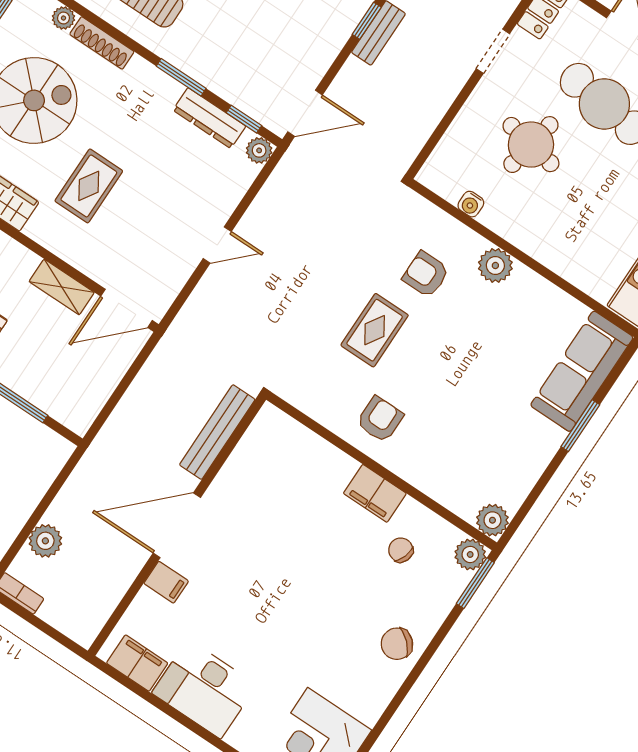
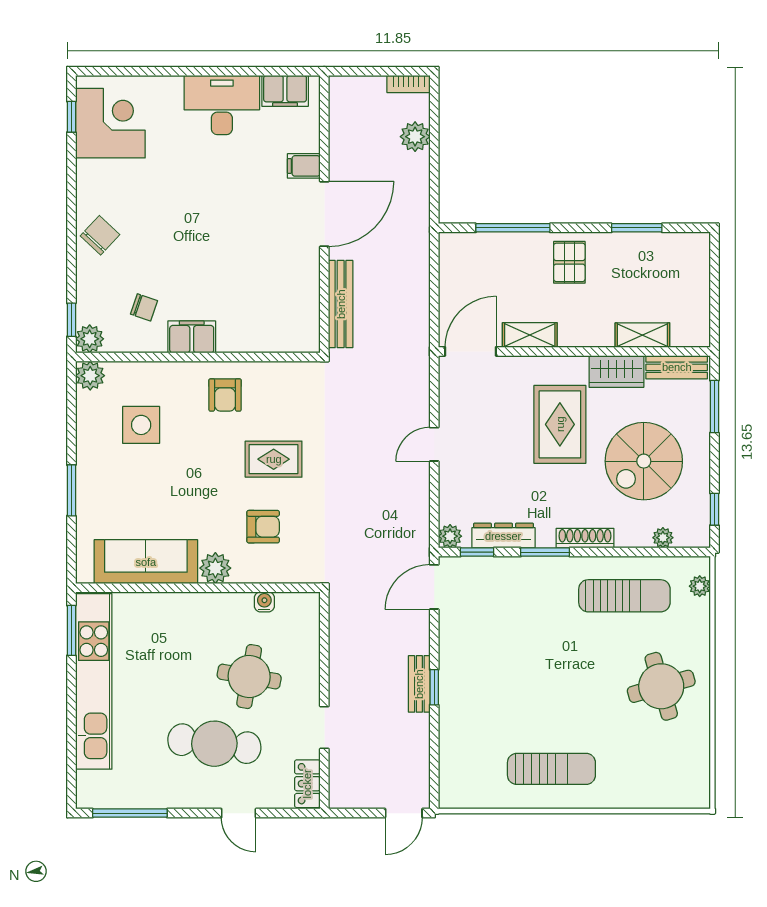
shoe rack: (102, 43) -> (585, 538), moved
rug: (89, 186) -> (560, 424), width x1.36, depth x1.43
rug: (375, 330) -> (274, 459), turned 90
sofa: (582, 371) -> (146, 562), moved, turned -90
side table: (476, 443) -> (141, 425), added
window: (475, 583) -> (71, 320), width x0.67

